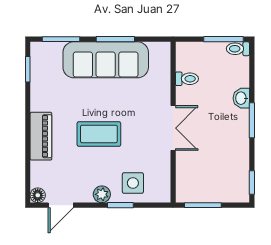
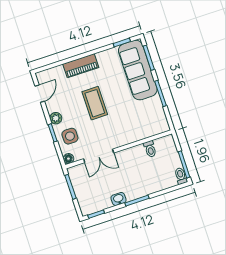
sofa: (106, 60) -> (138, 70), moved
washbasin: (241, 98) -> (118, 199), moved
double door: (173, 128) -> (99, 156), moved
floor lamp: (38, 195) -> (68, 159), moved
door: (61, 205) -> (40, 94), swing flipped

